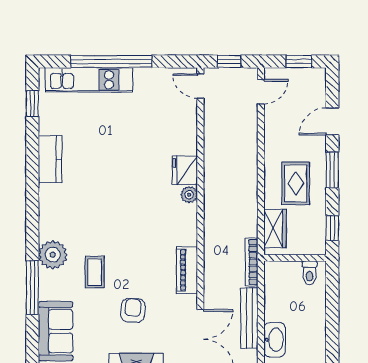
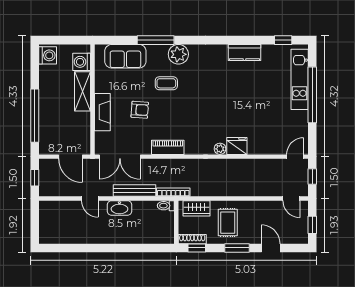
rug: (296, 183) -> (228, 223), turned 90
shoe rack: (319, 235) -> (192, 239), added
toilet: (310, 273) -> (166, 206), moved

